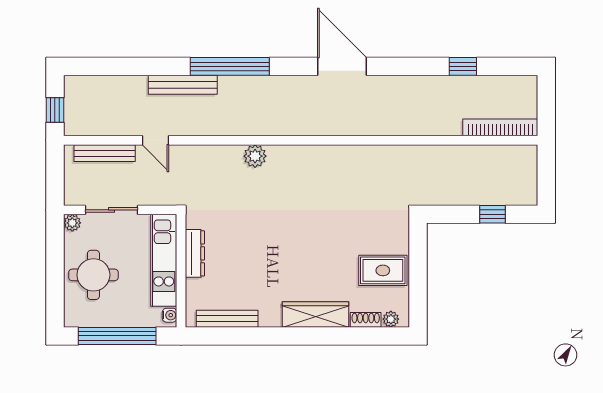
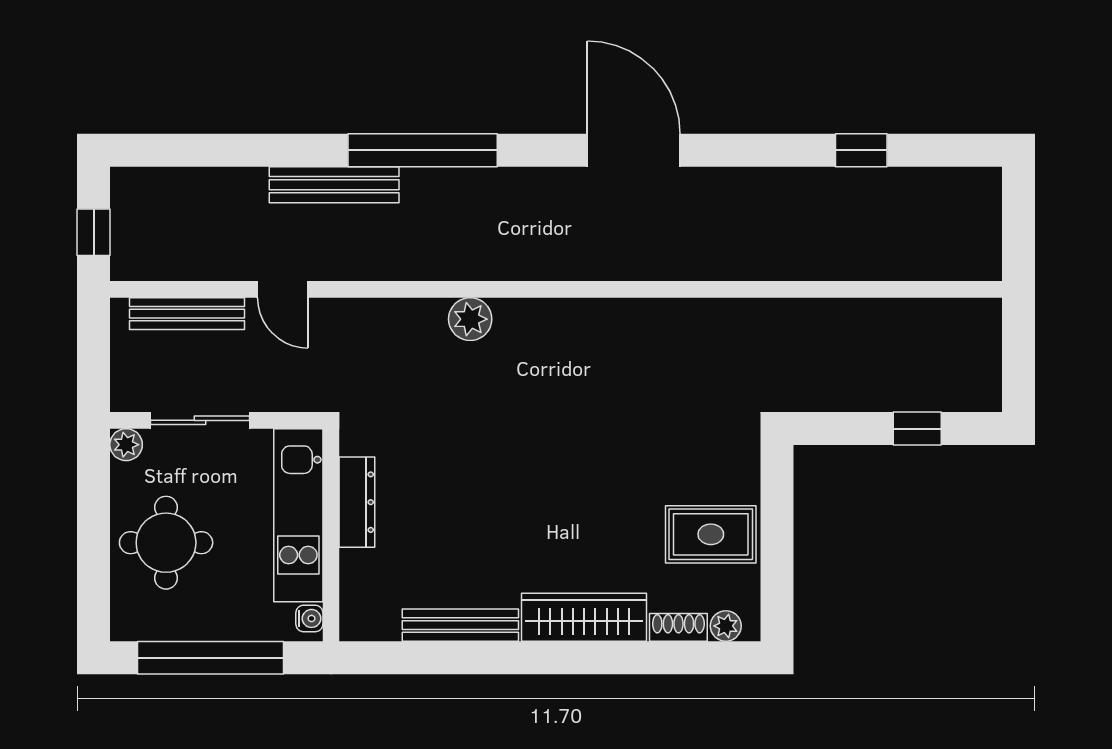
bookcase: (500, 127) -> (932, 265), removed
bench: (227, 319) -> (460, 625), moved

